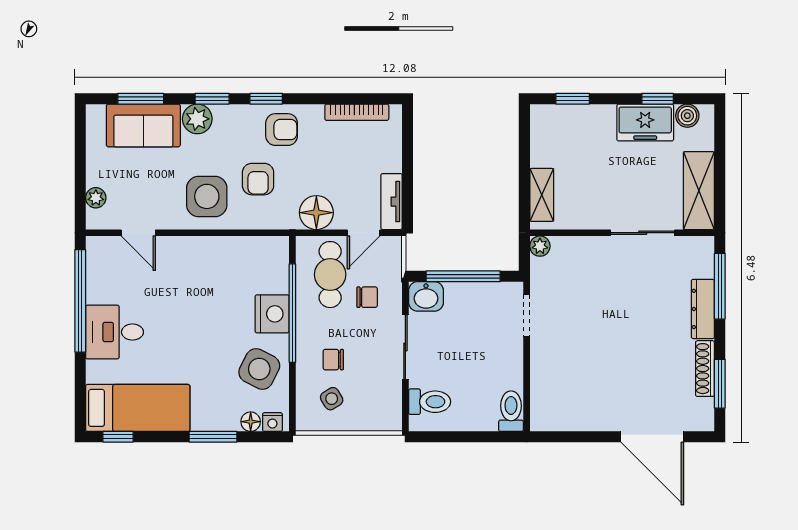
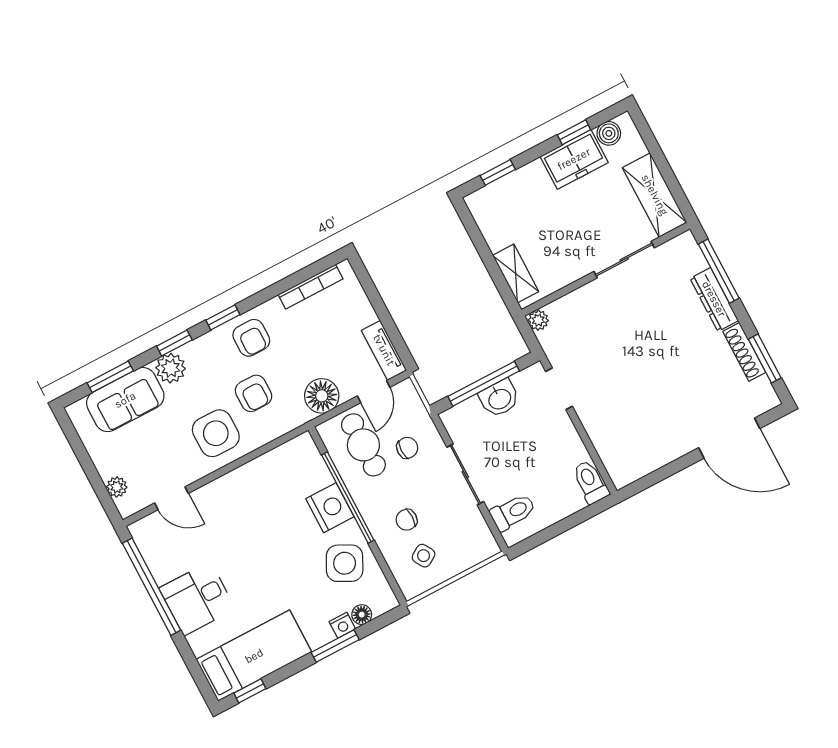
armchair: (282, 130) -> (251, 338), turned 90
washbasin: (426, 296) -> (499, 398), moved
nightstand: (272, 422) -> (342, 625), moved

